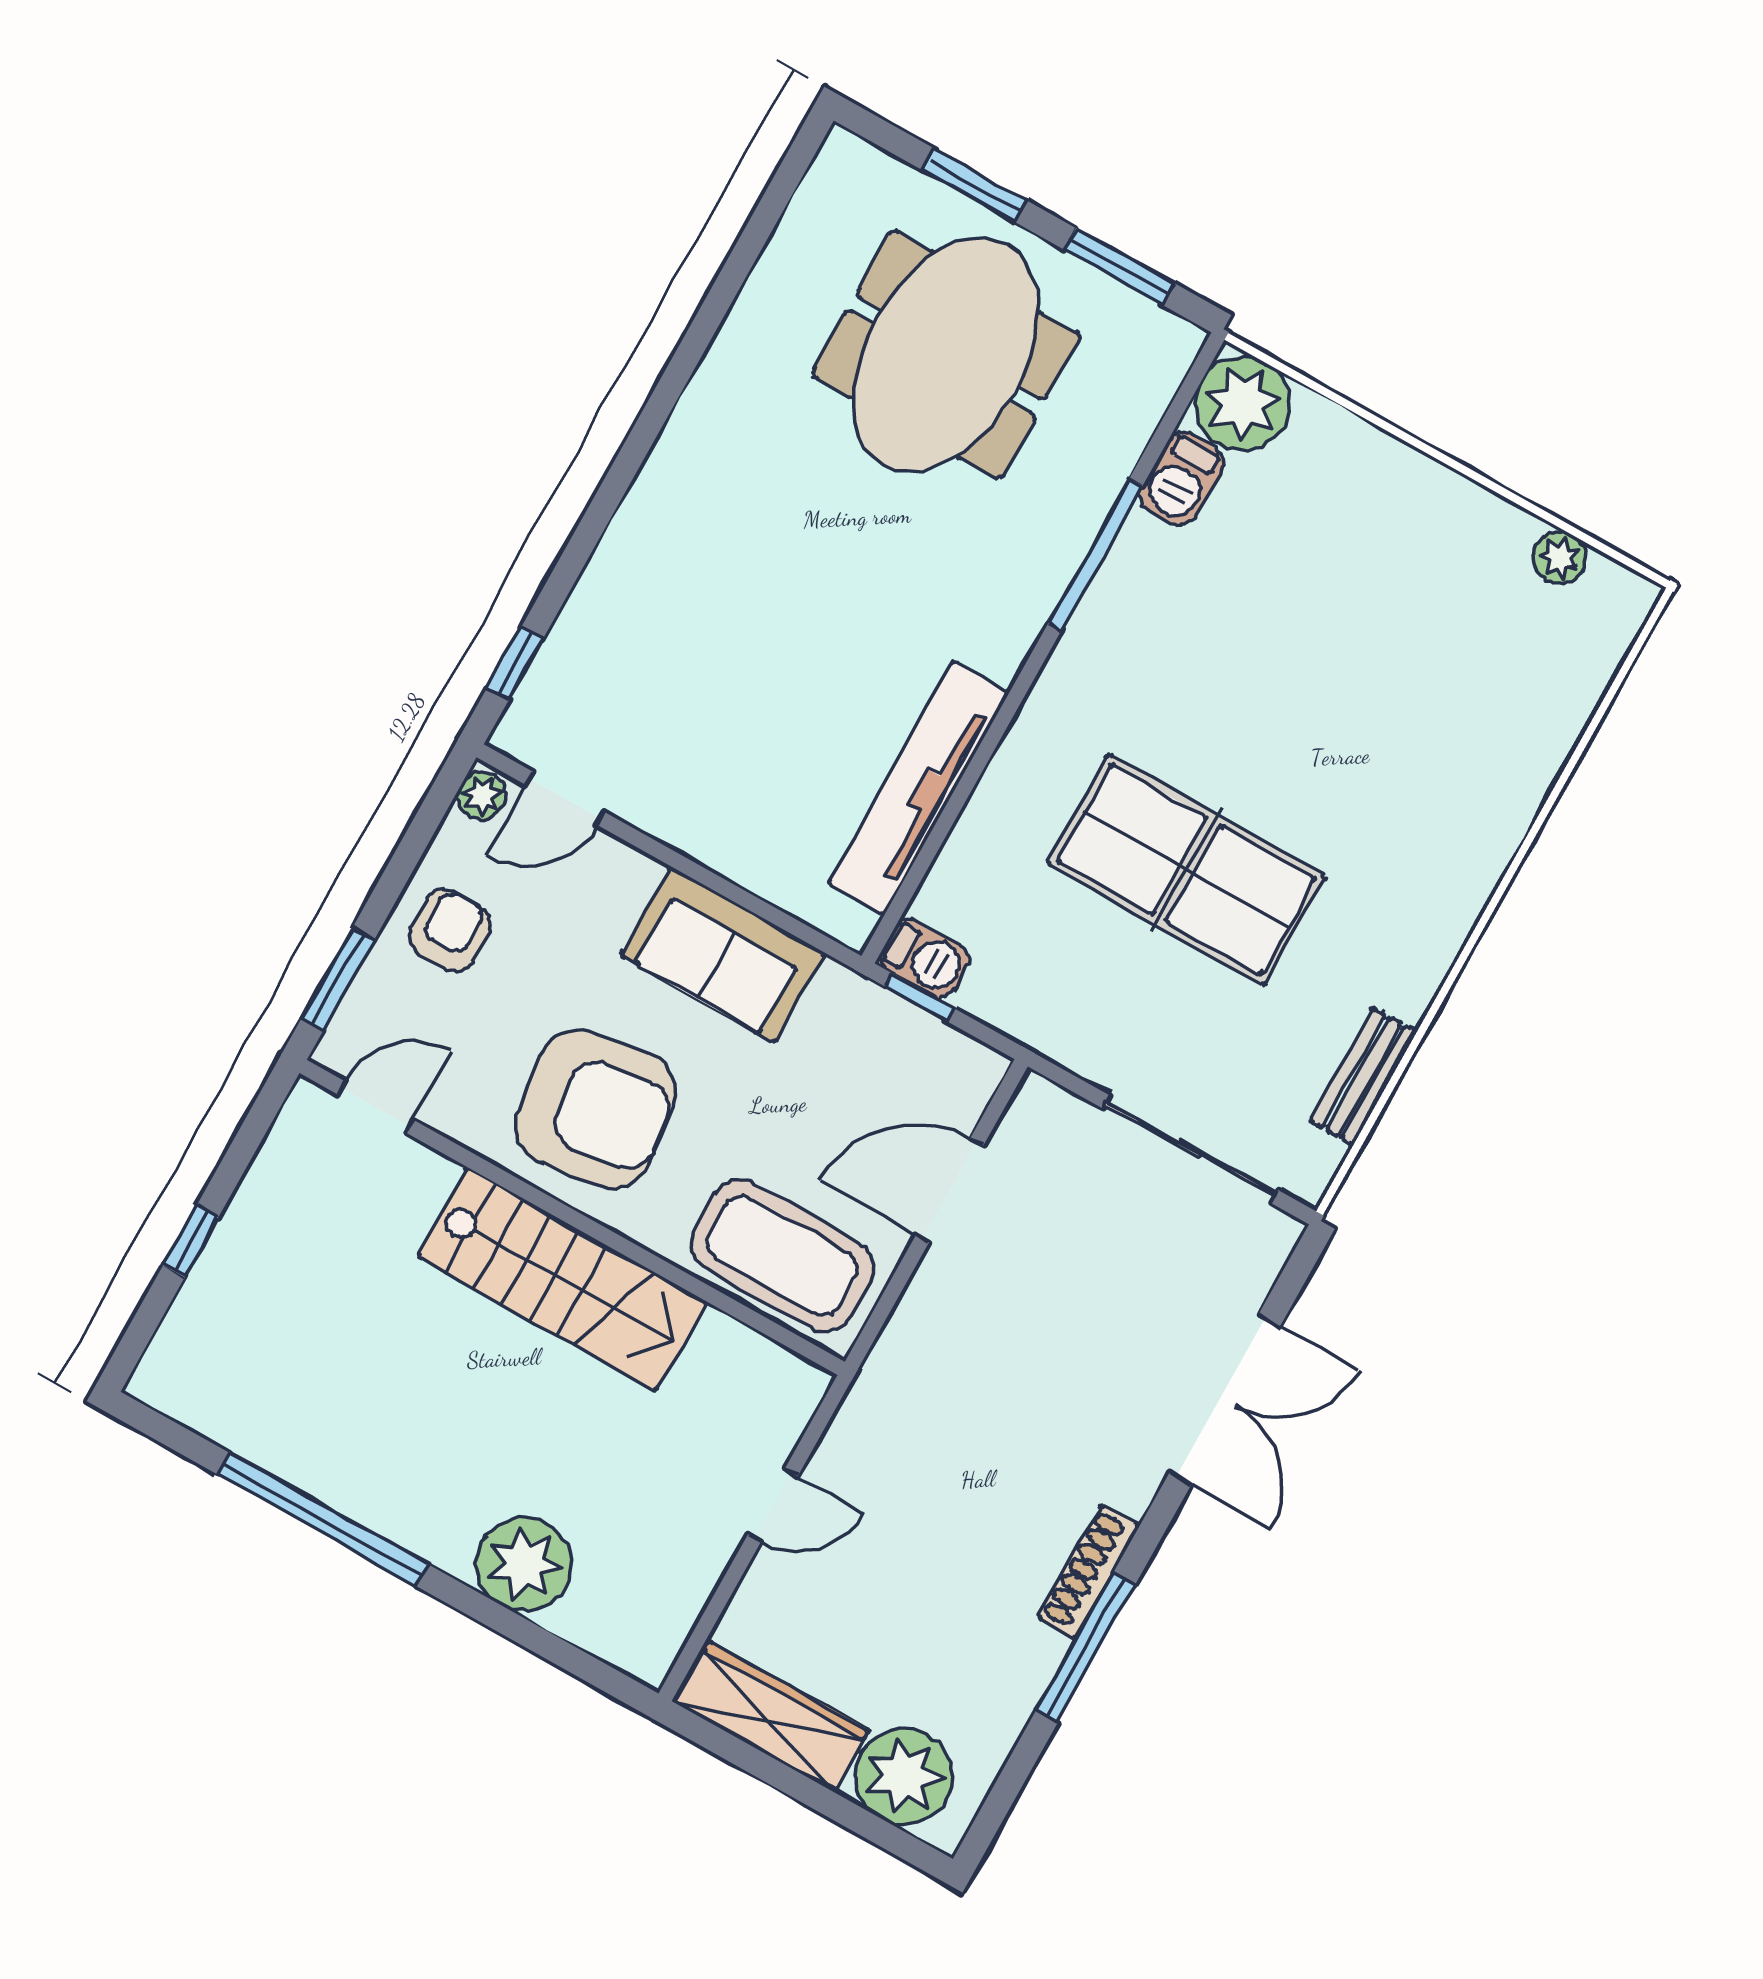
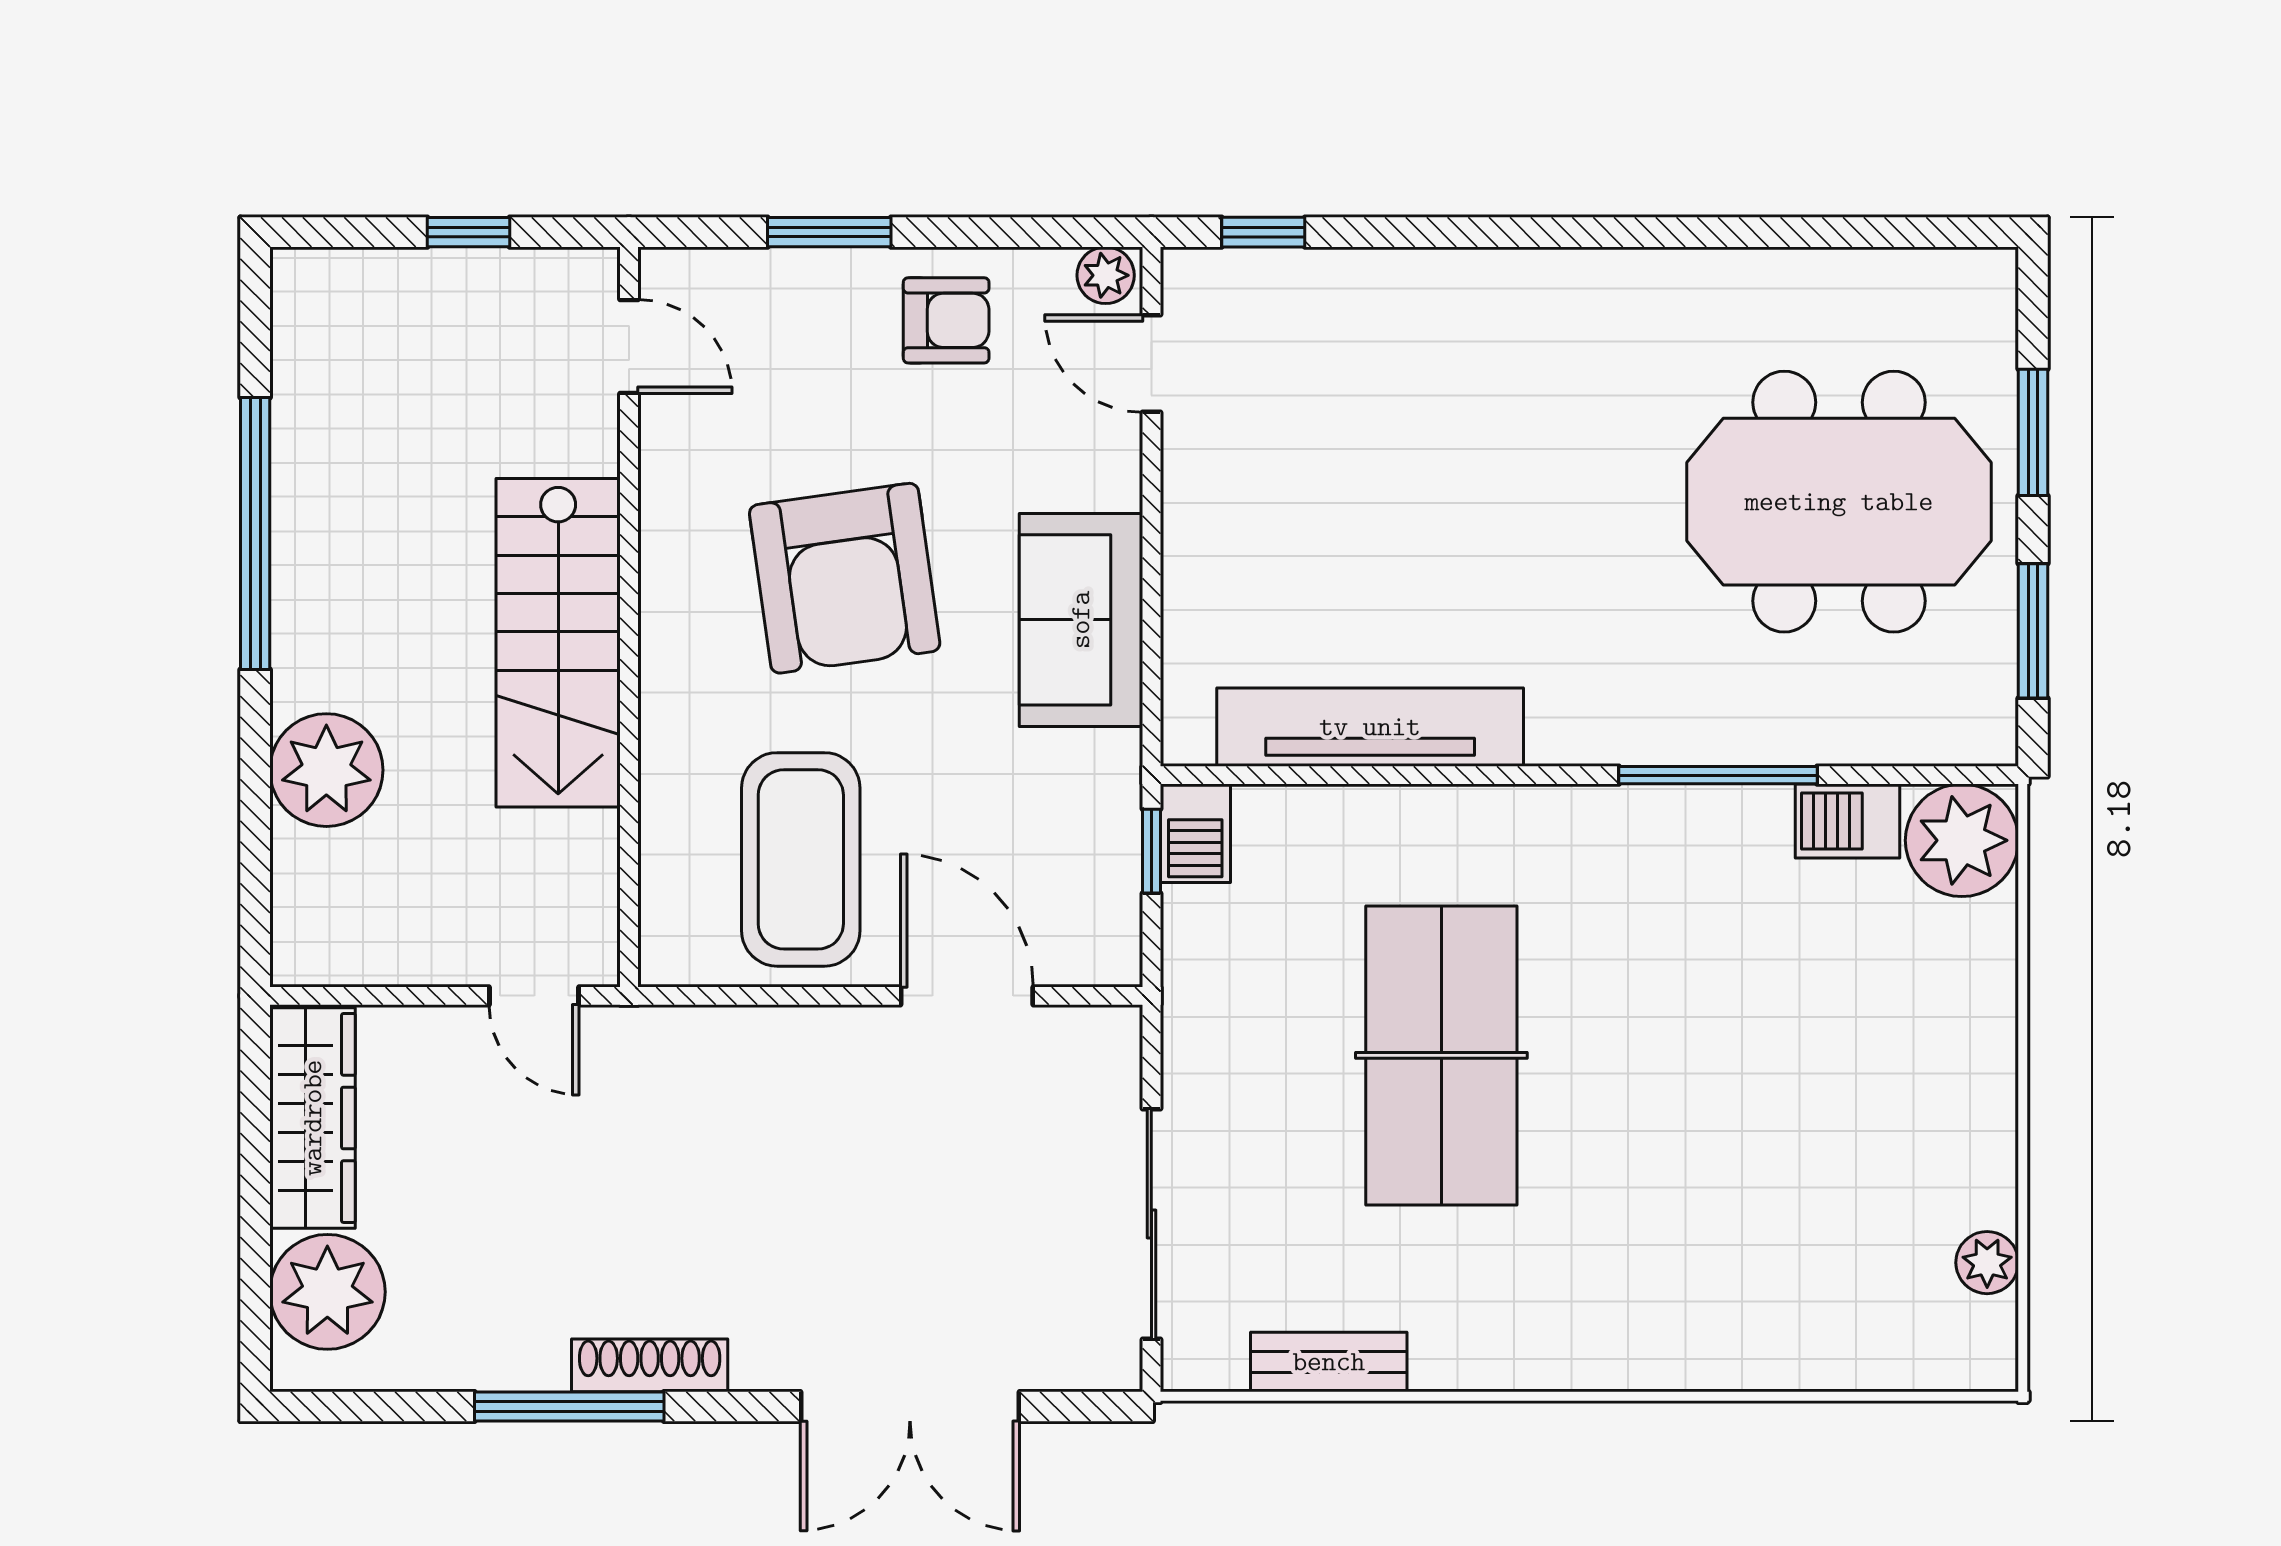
door: (375, 1107) -> (629, 346), moved
wall: (572, 1217) -> (629, 617), moved
stairs: (562, 1279) -> (558, 643), moved

